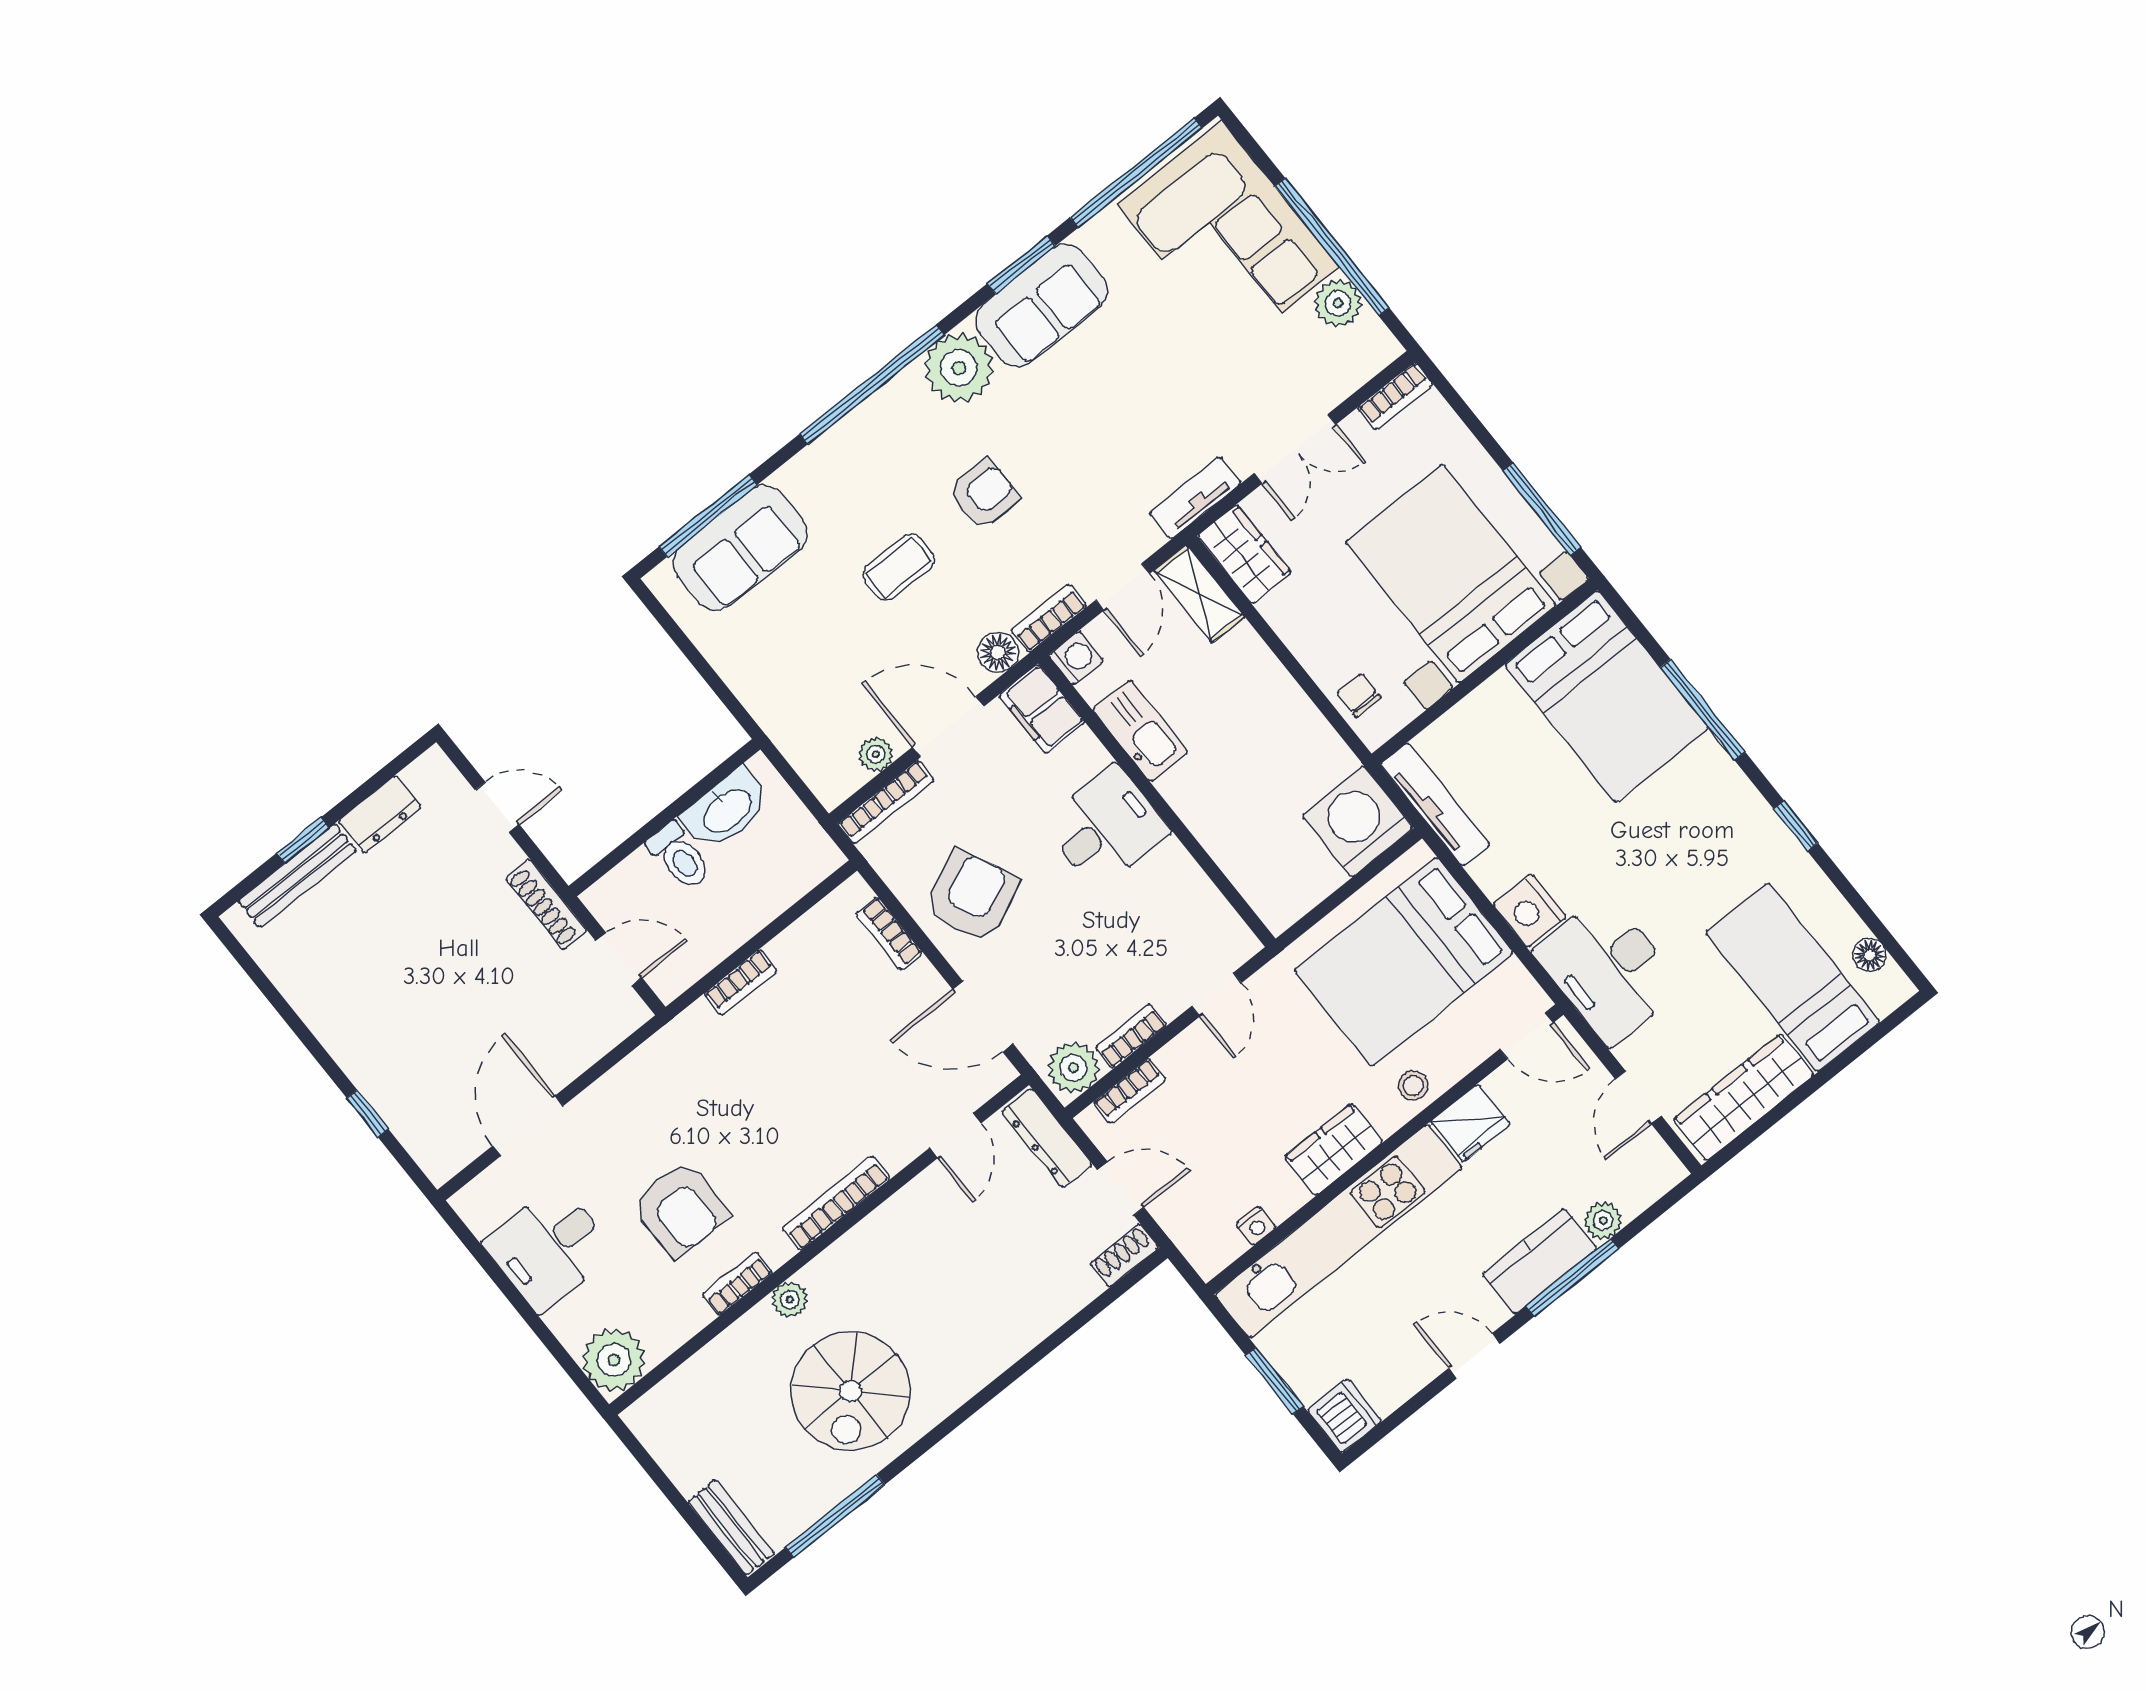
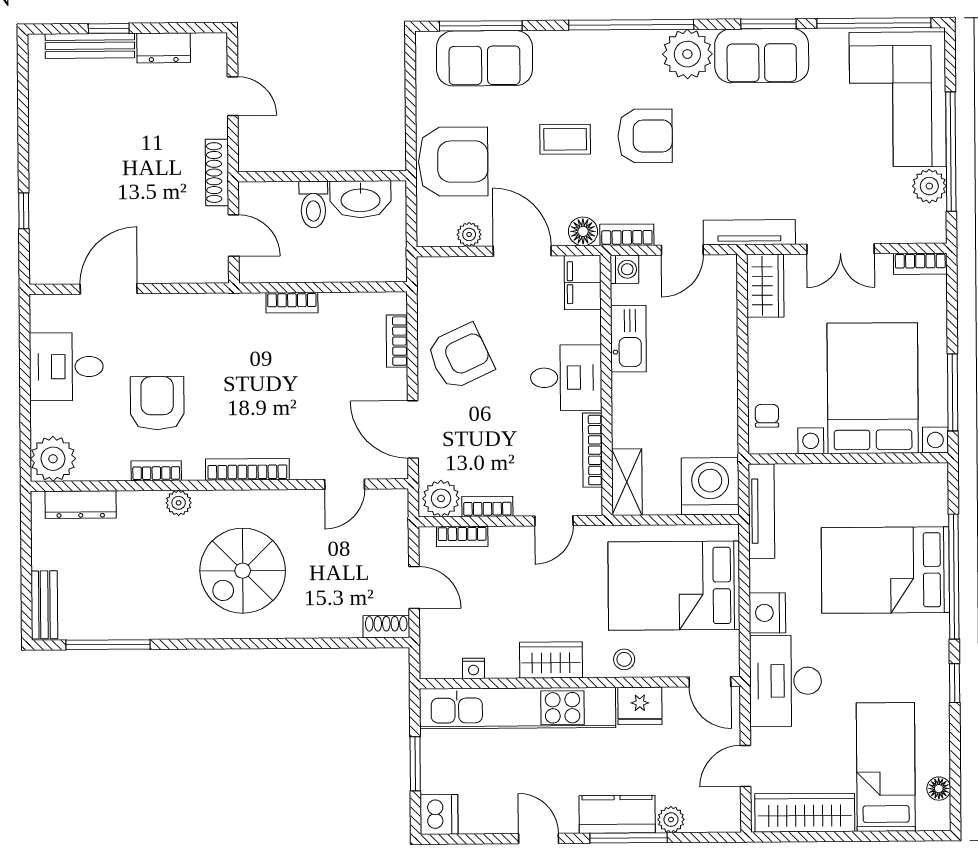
armchair: (983, 494) -> (645, 136), width x1.38, depth x1.38
tv unit: (1195, 498) -> (749, 232), width x1.41
shelving: (1199, 594) -> (627, 482), moved
armchair: (795, 688) -> (453, 162), added
bed: (1607, 696) -> (885, 570), moved, turned 90
window: (1703, 710) -> (954, 577), width x1.46
bookcase: (886, 802) -> (592, 450), moved, turned 90
dresser: (1047, 1138) -> (81, 505), moved, turned -90
armchair: (680, 1209) -> (157, 403), turned 180
spiral stairs: (850, 1391) -> (243, 571), moved

